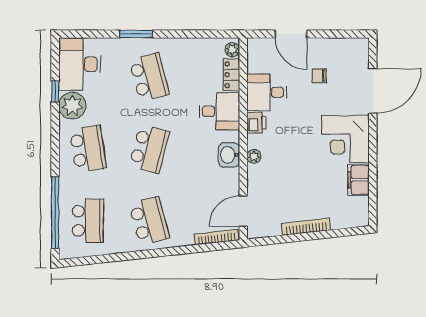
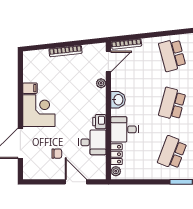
school desk: (149, 77) -> (172, 153), turned 36
plant: (254, 156) -> (101, 83), moved
filing cabinet: (359, 180) -> (30, 88), width x0.50

